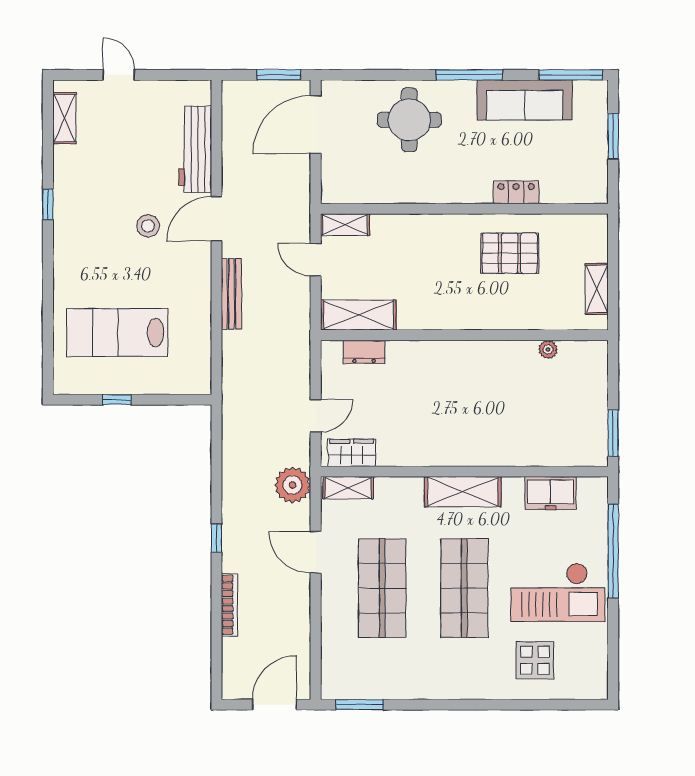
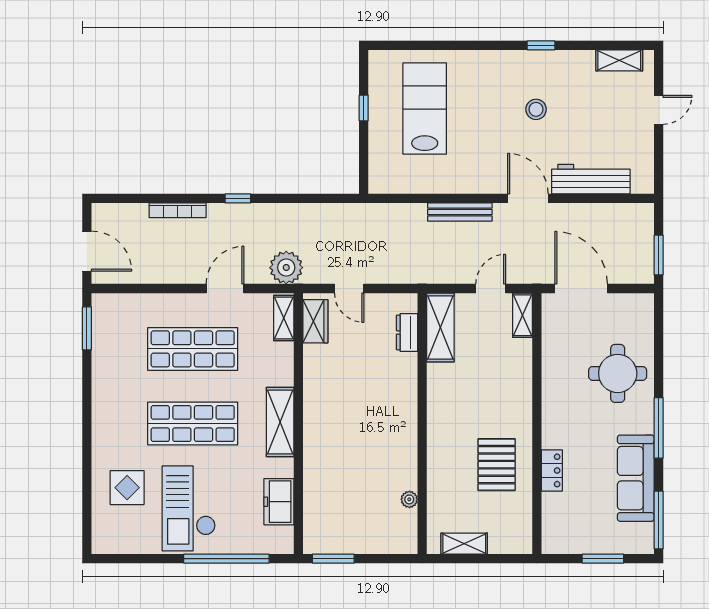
door: (316, 125) -> (581, 289), moved
stool: (148, 226) -> (536, 109), moved

